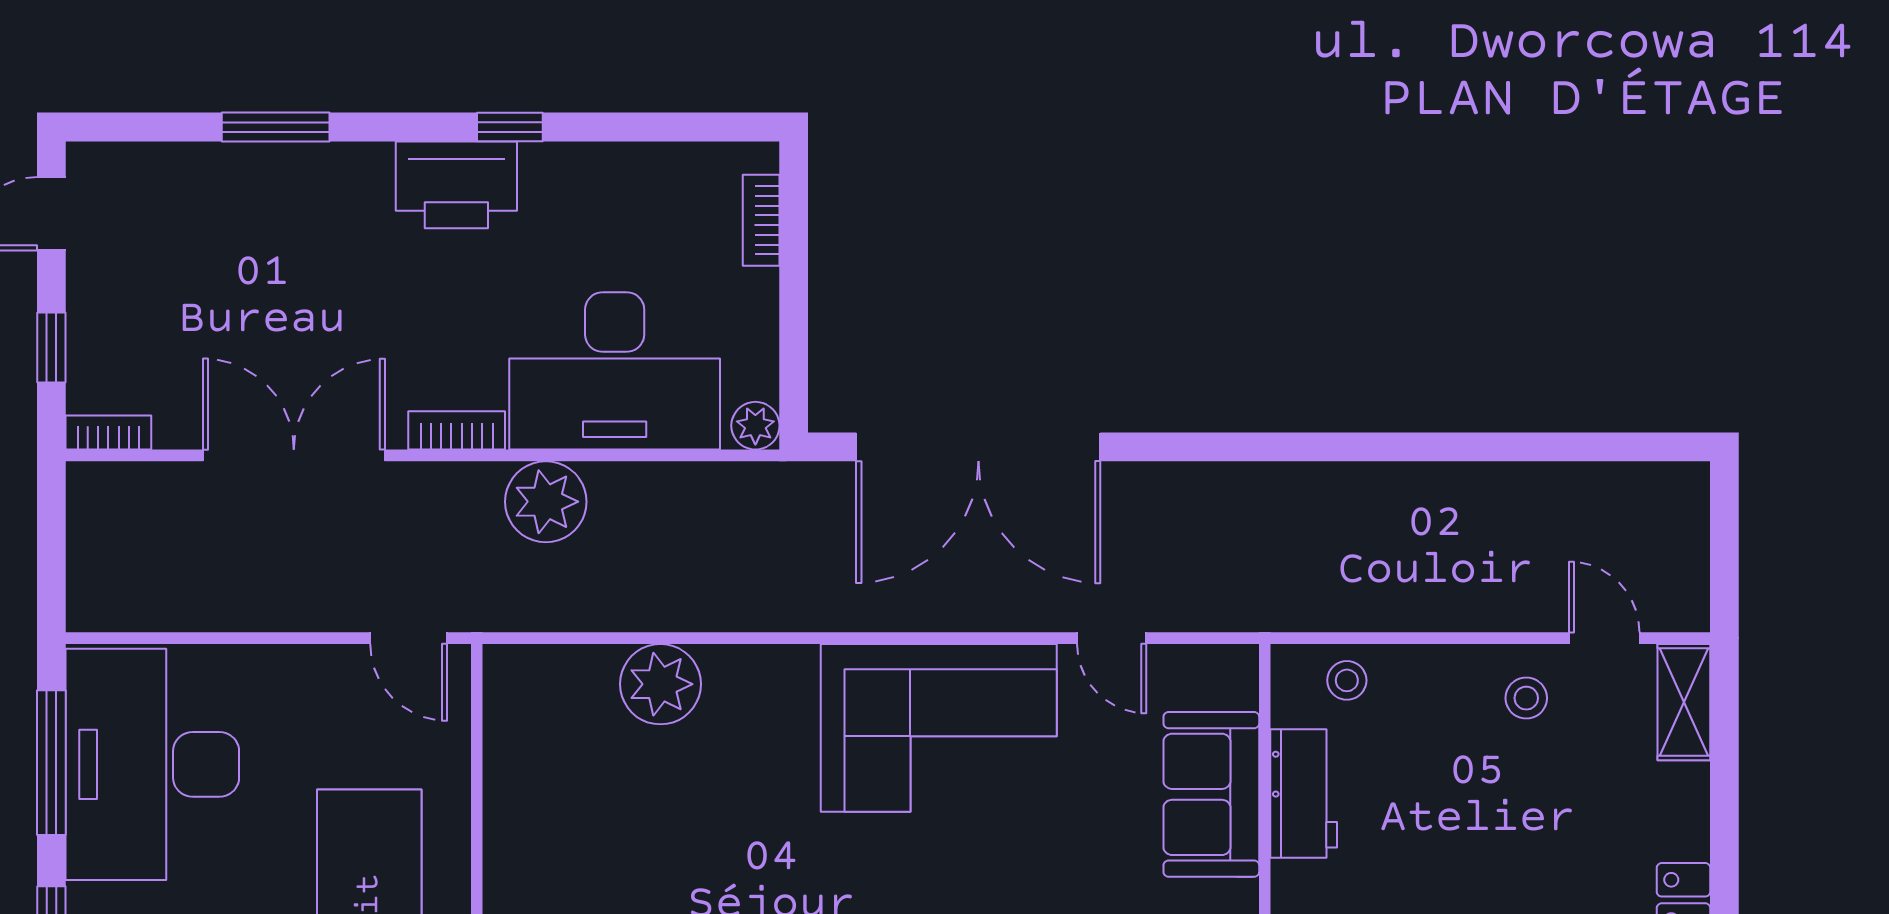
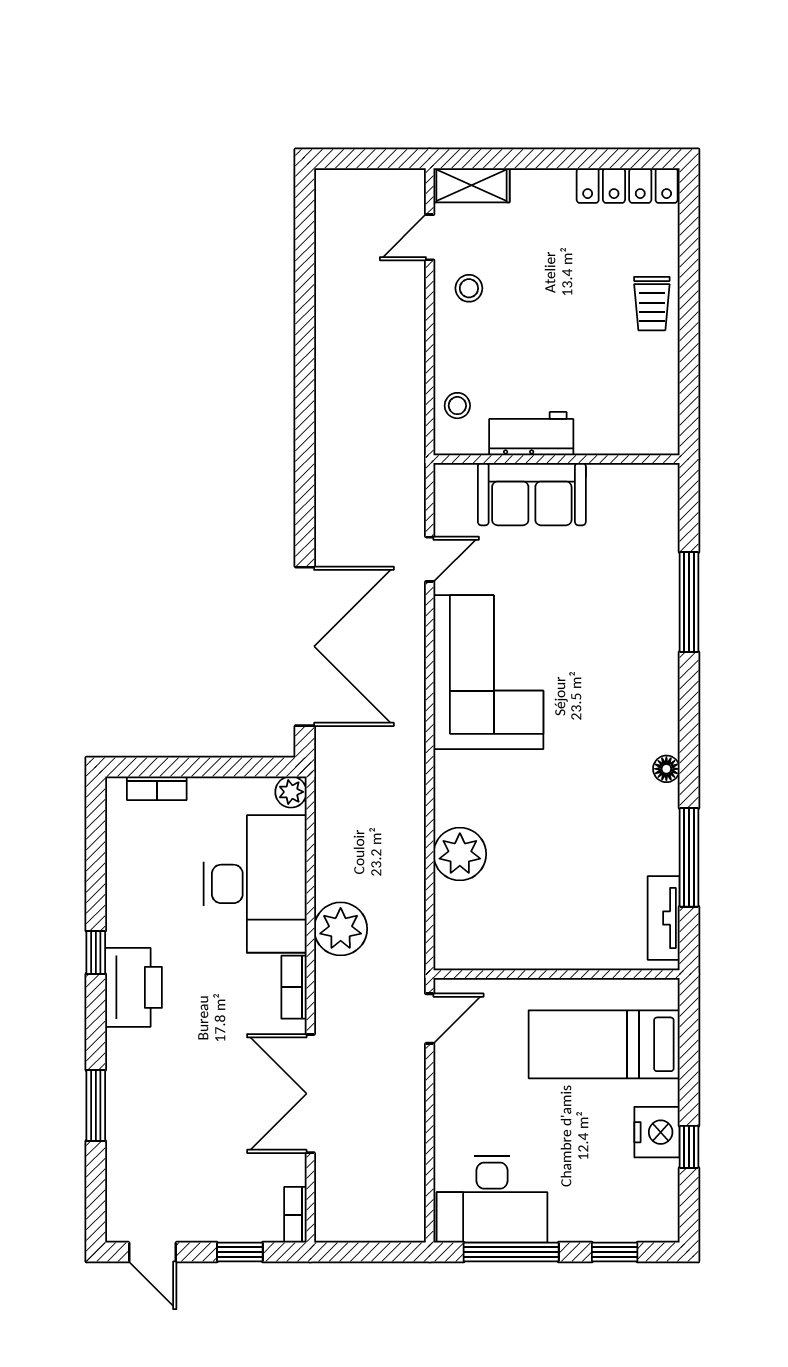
desk: (152, 764) -> (492, 1199), width x0.73, depth x0.77

